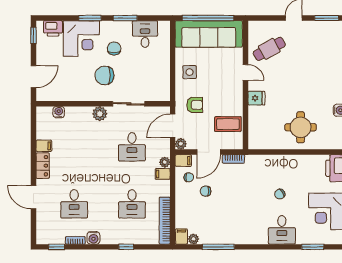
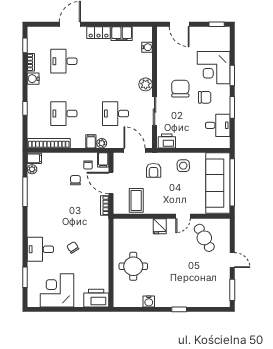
printer: (53, 28) -> (167, 141), moved, turned 90
plant: (181, 144) -> (118, 158), removed
filing cabinet: (44, 146) -> (122, 34), width x2.00

